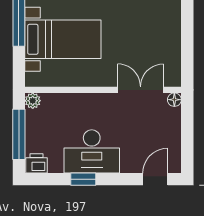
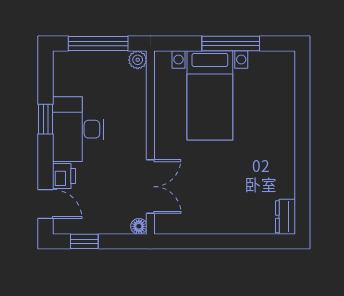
window: (187, 146) -> (84, 241), added
printer: (37, 163) -> (64, 176), moved

